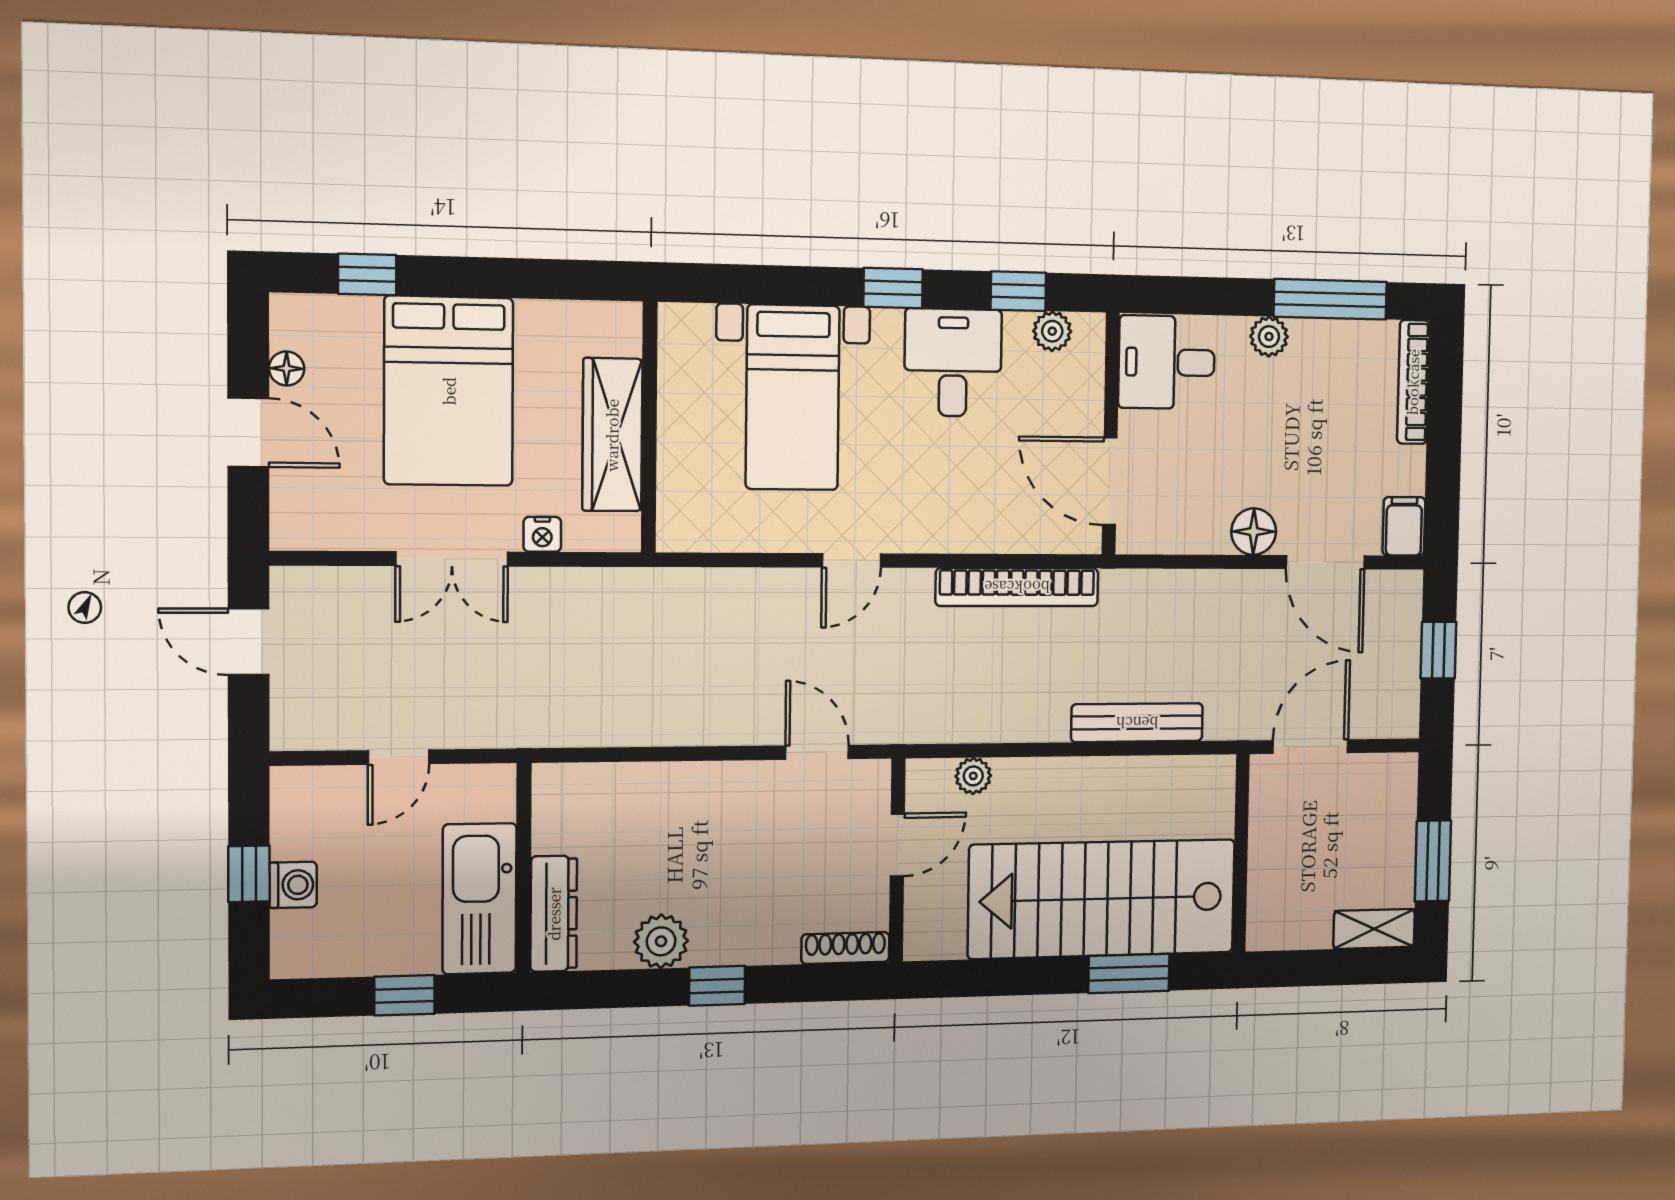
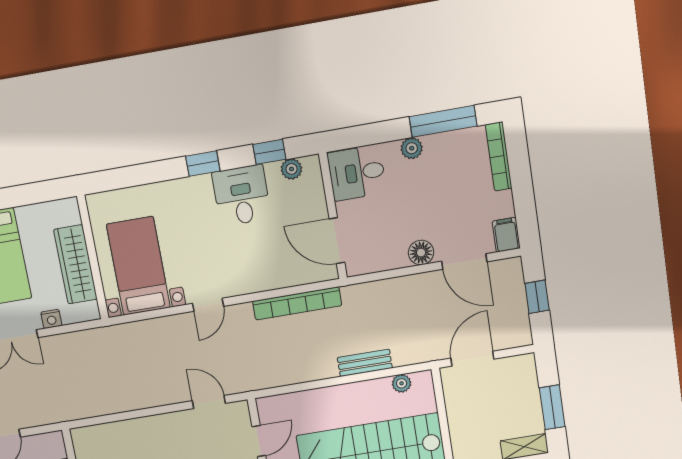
bed with nightstands: (793, 397) -> (138, 266), moved, turned 180
bench: (1137, 723) -> (365, 363), width x0.73
plant: (973, 776) -> (402, 383), moved

